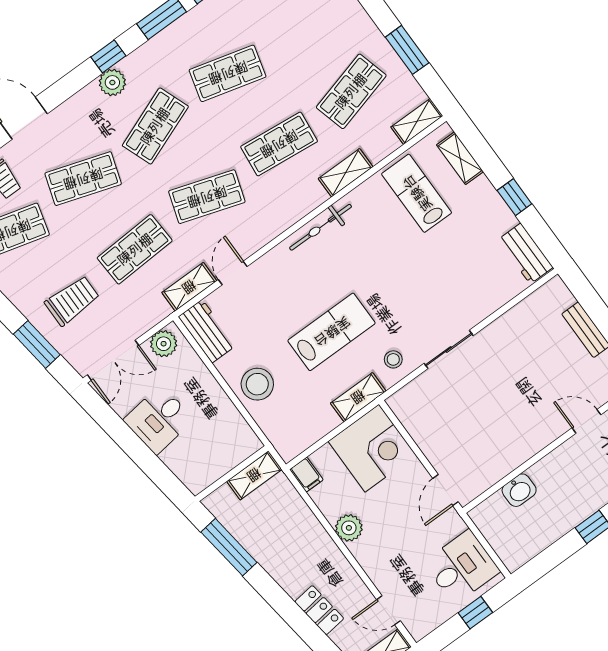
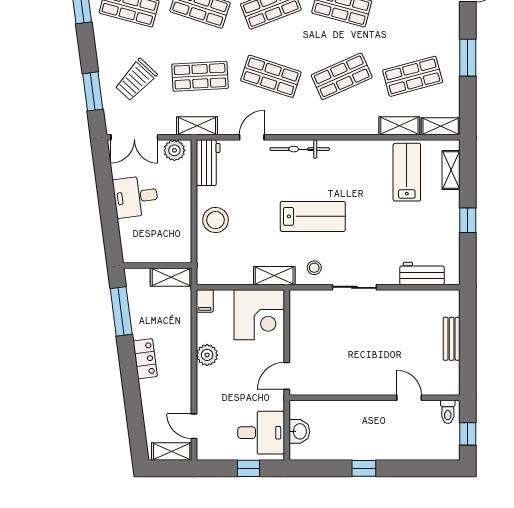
window: (407, 50) -> (468, 58), moved
shop shelf: (279, 144) -> (342, 76), turned -30
shelving: (346, 173) -> (399, 126), moved
bicycle: (321, 227) -> (300, 149), moved
workbench: (525, 253) -> (422, 274), moved, turned 90
shelving: (189, 287) -> (197, 126), moved
trolley: (72, 301) -> (136, 80), turned 133
lab bench: (332, 332) -> (313, 216), moved
washbasin: (519, 490) -> (299, 431), moved, turned -90
locker: (319, 610) -> (145, 359), moved

